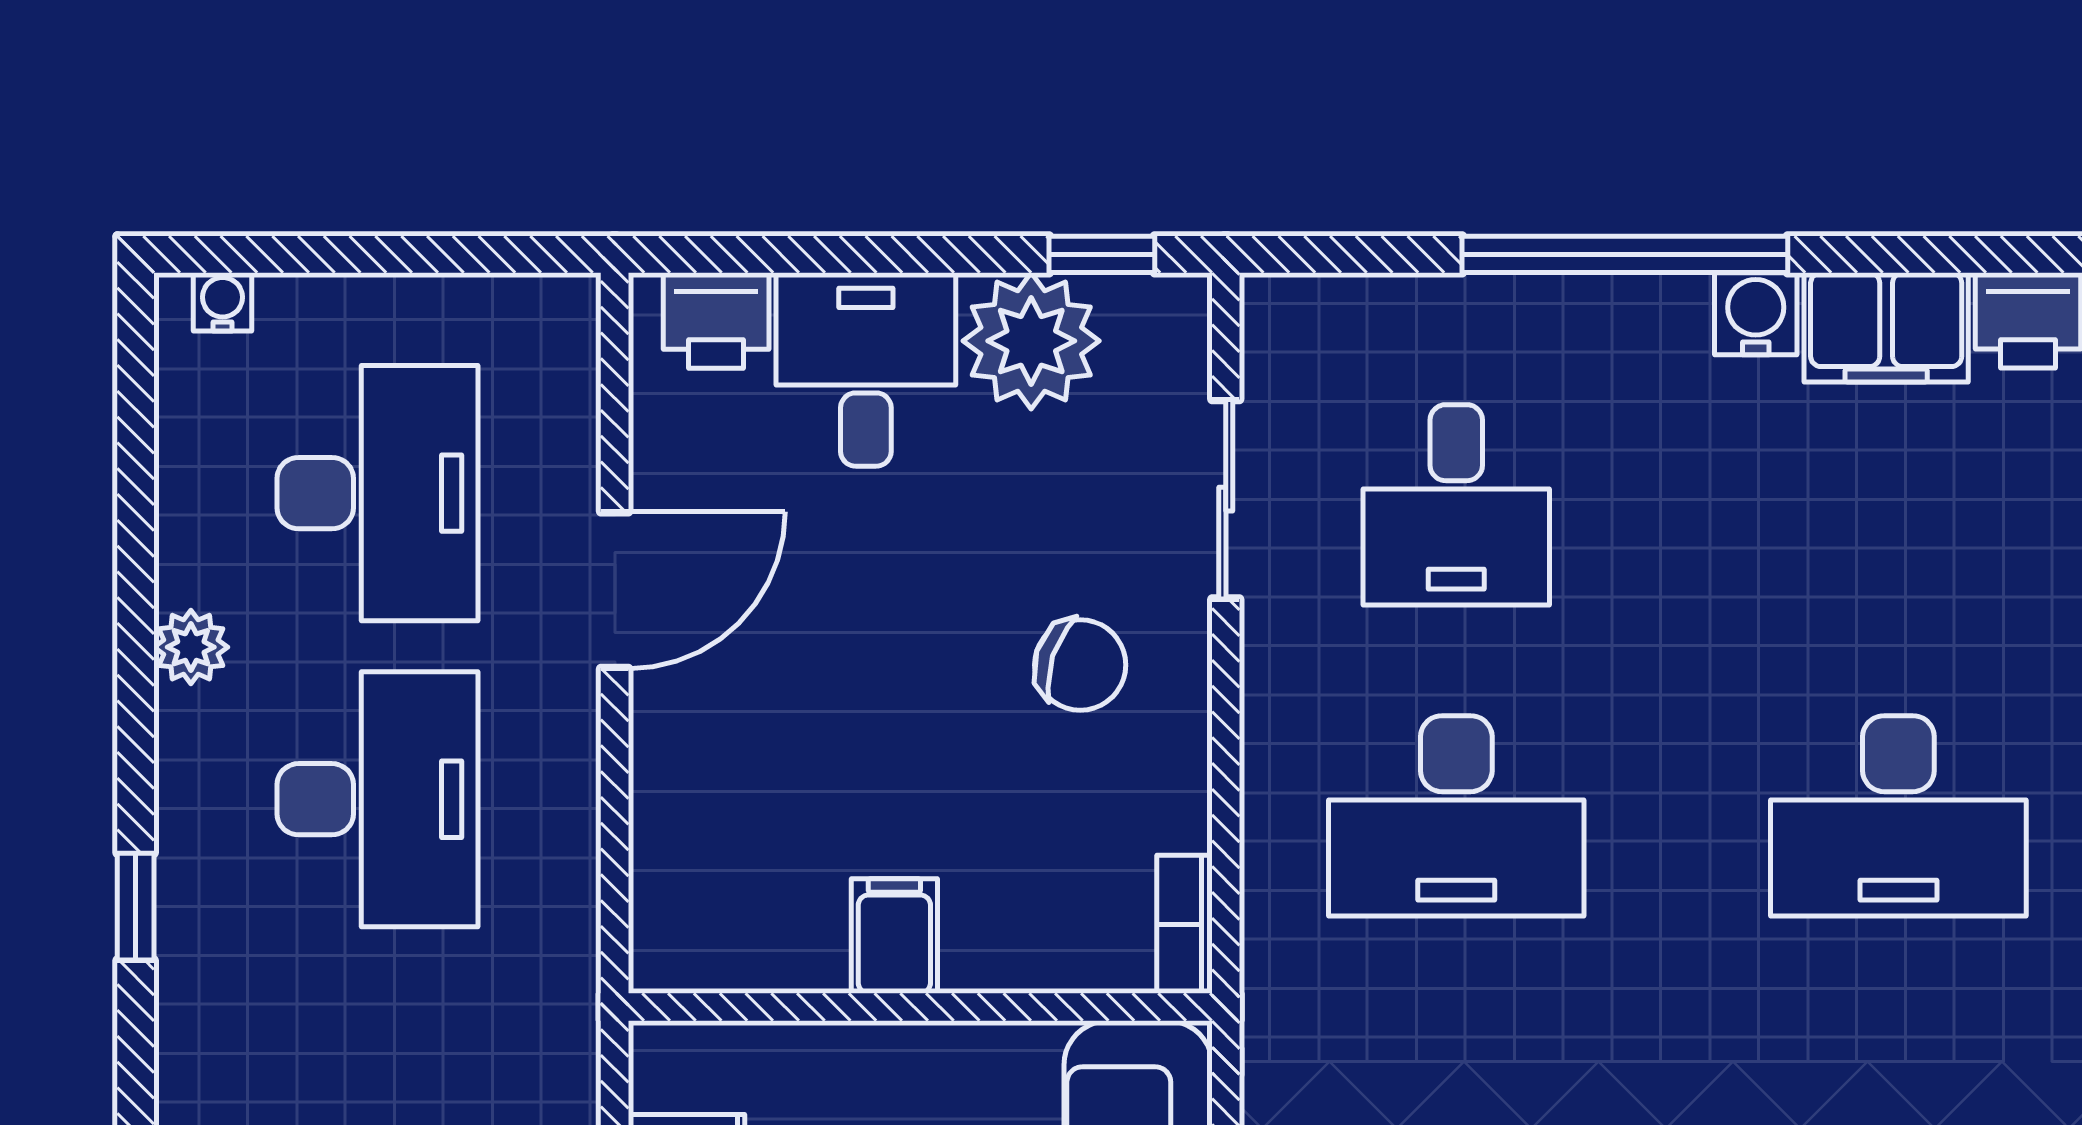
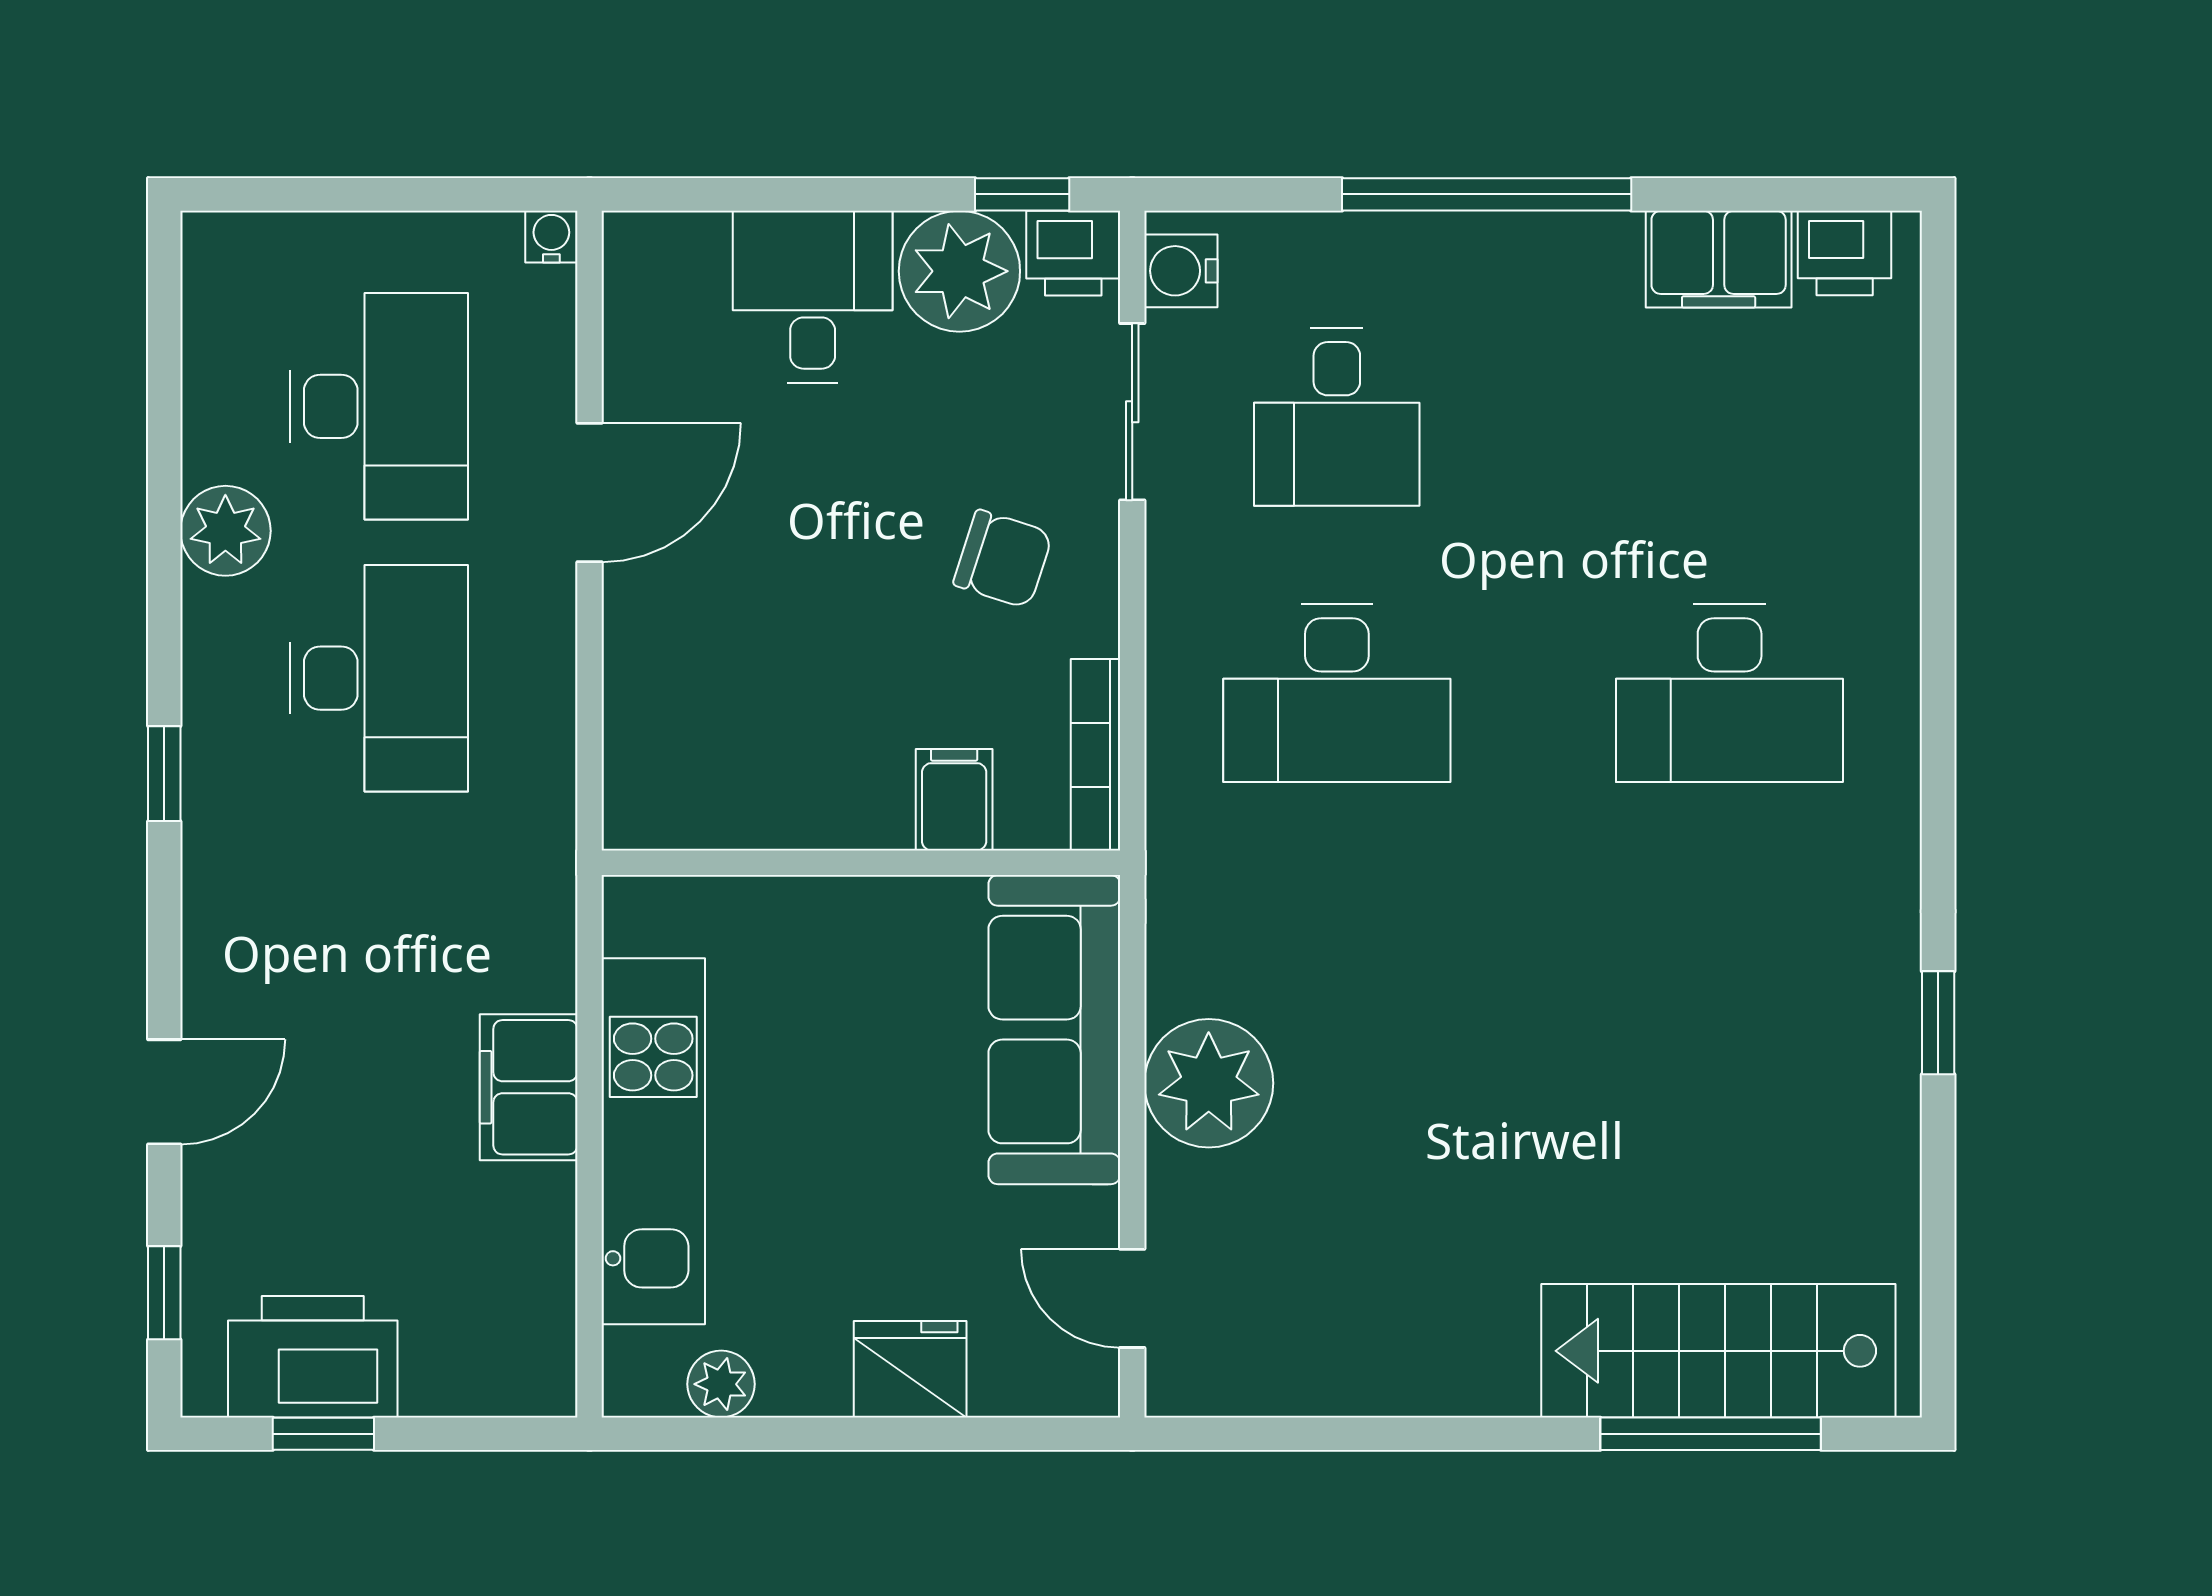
water cooler: (223, 302) -> (551, 237), moved
water cooler: (1756, 314) -> (1181, 271), moved, turned -90
printer: (716, 321) -> (1073, 253), moved
plant: (191, 647) -> (225, 531), width x1.38, depth x1.38
bookcase: (1184, 924) -> (1096, 755), width x1.56
filing cabinet: (894, 936) -> (954, 800), moved

